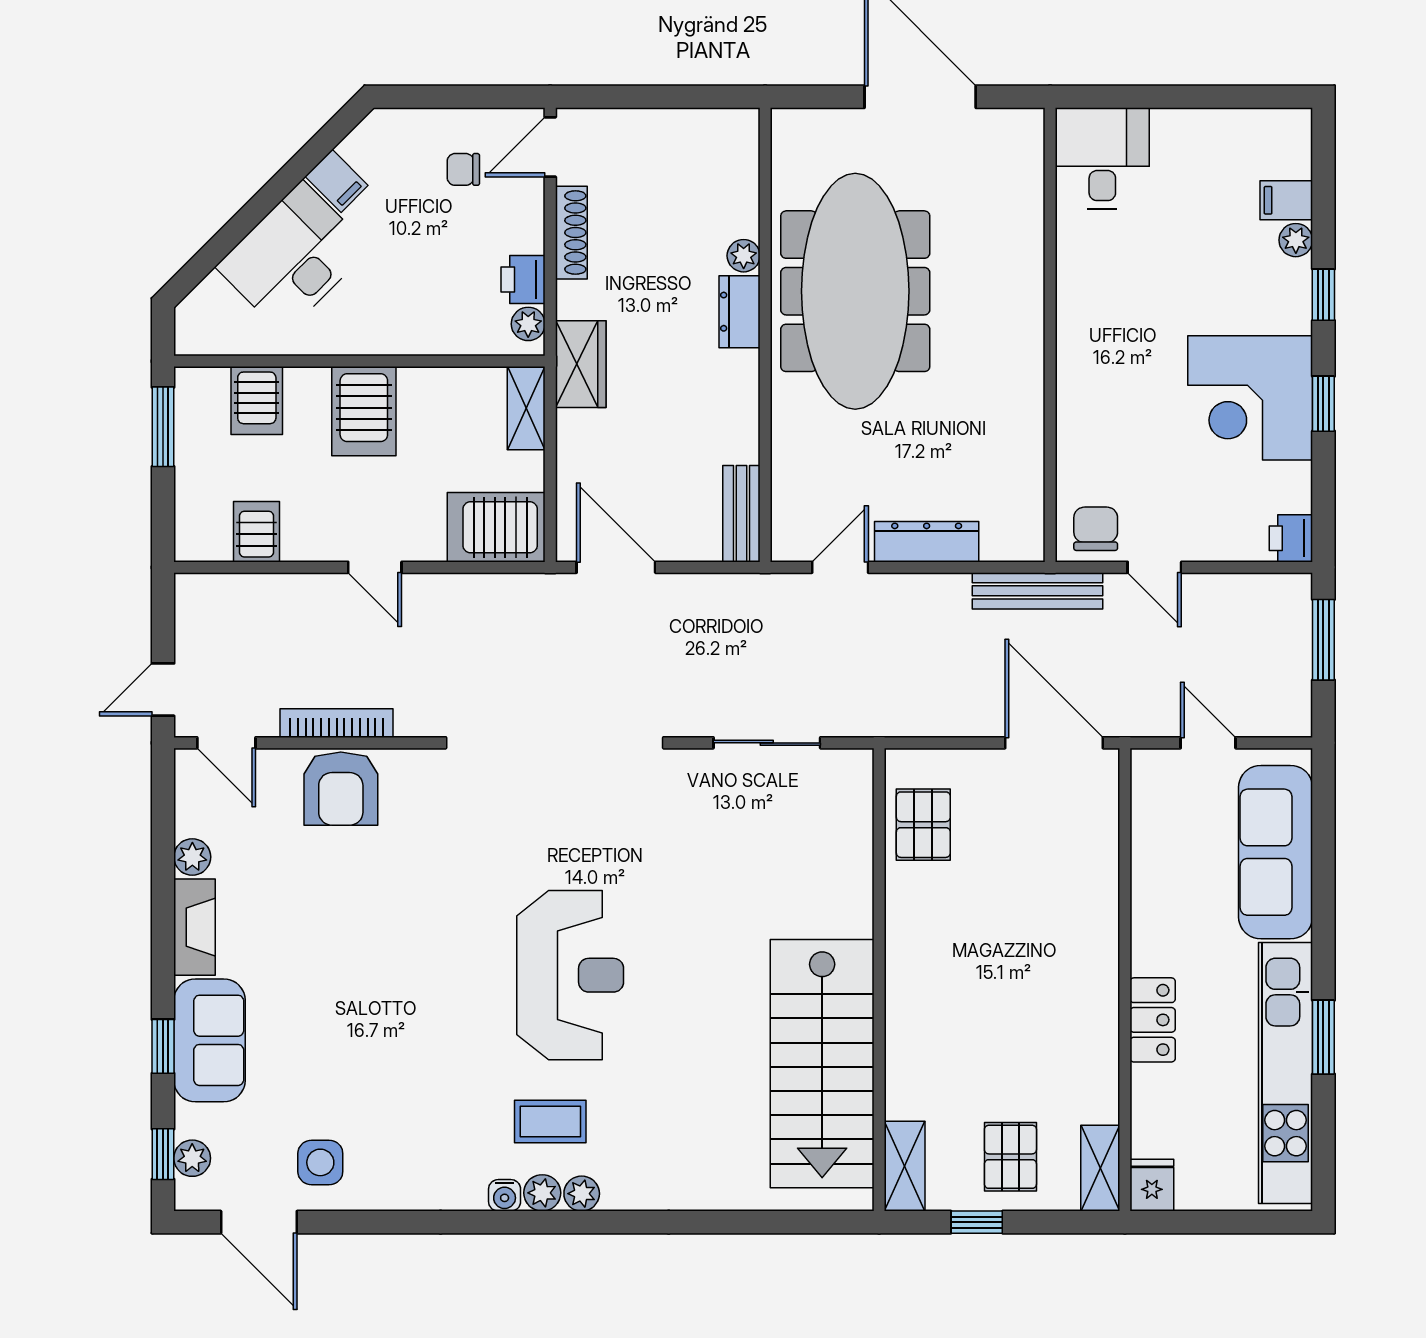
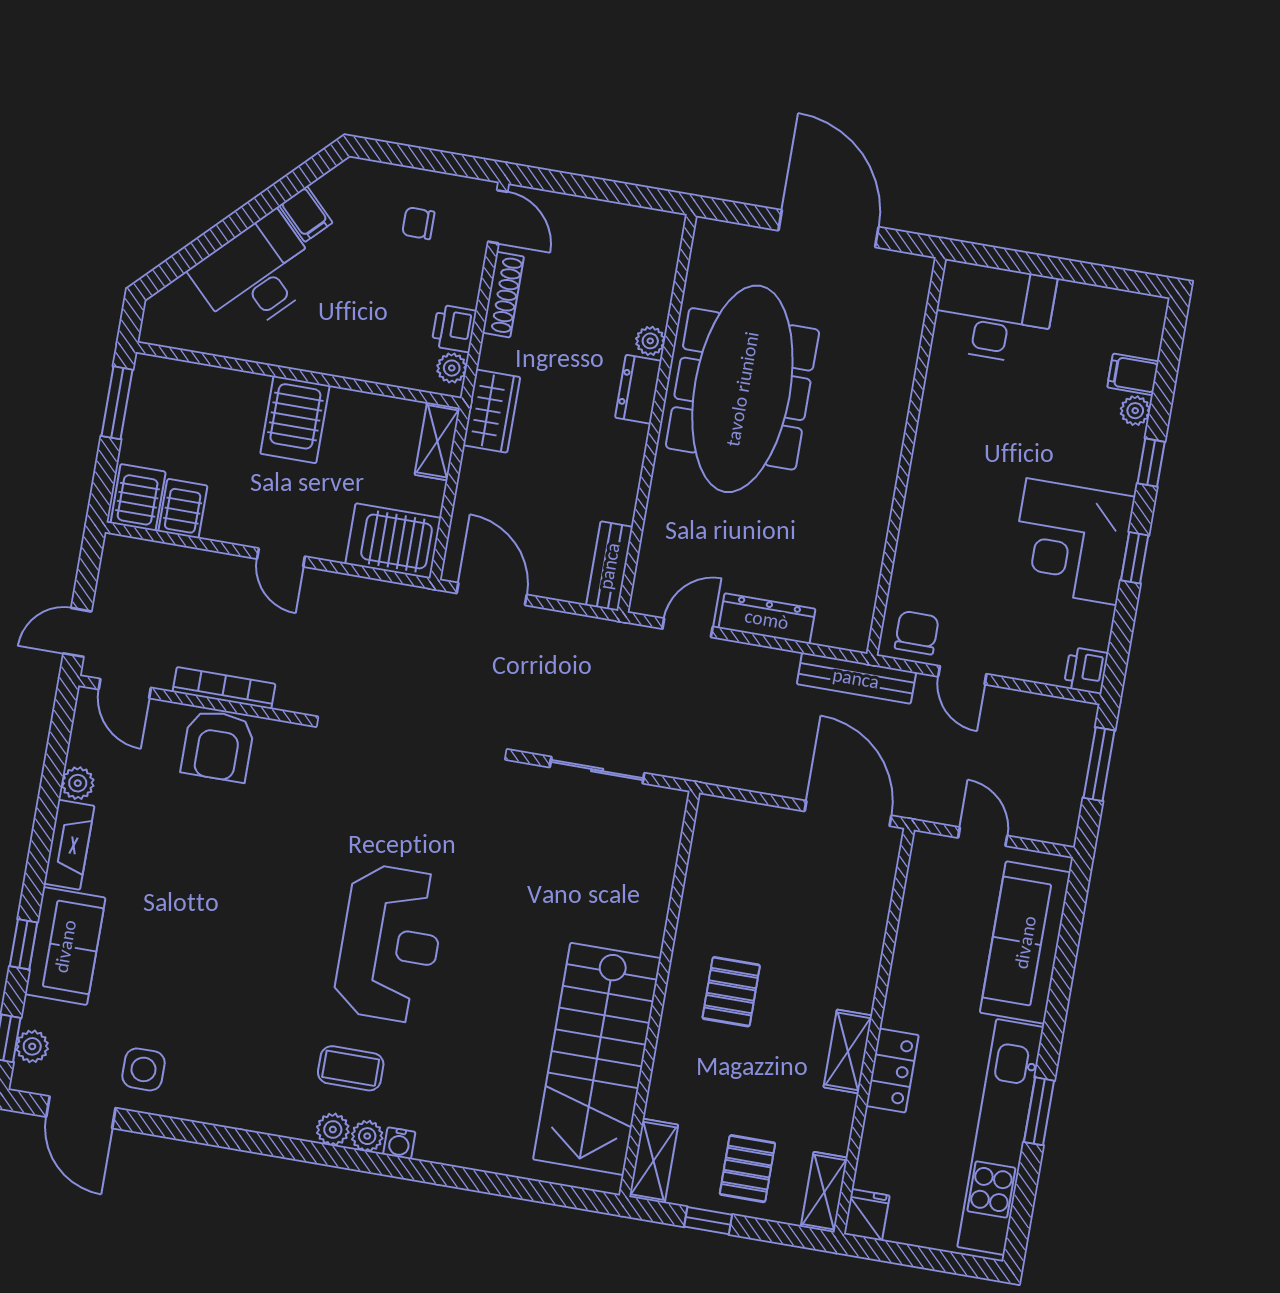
door: (550, 147) -> (498, 217), swing flipped
desk: (1102, 158) -> (994, 313), width x1.37
server rack: (257, 401) -> (138, 497), moved, turned 180
pallet: (923, 825) -> (731, 992), moved
shelving: (1099, 1007) -> (848, 1051), added
water cooler: (505, 1195) -> (399, 1143), moved

